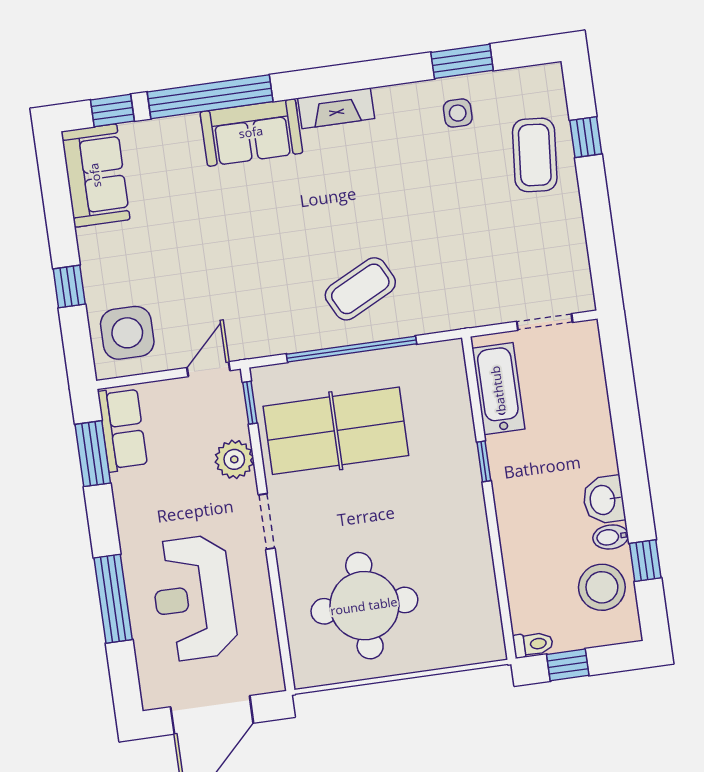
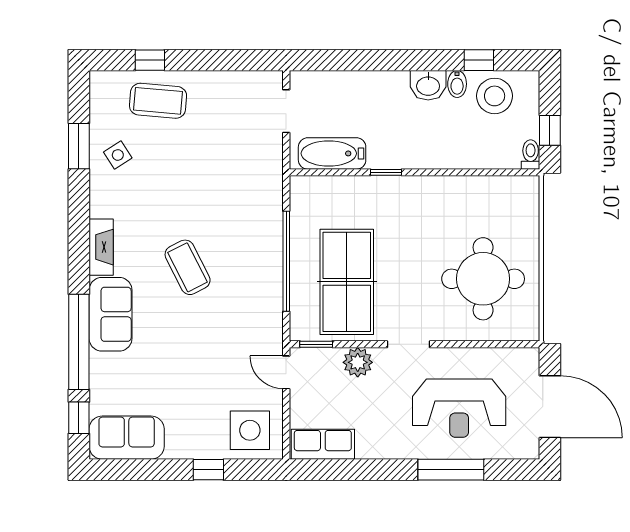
side table: (458, 113) -> (118, 155), turned -33
coffee table: (360, 289) -> (188, 267), moved
window: (93, 454) -> (338, 470), removed

